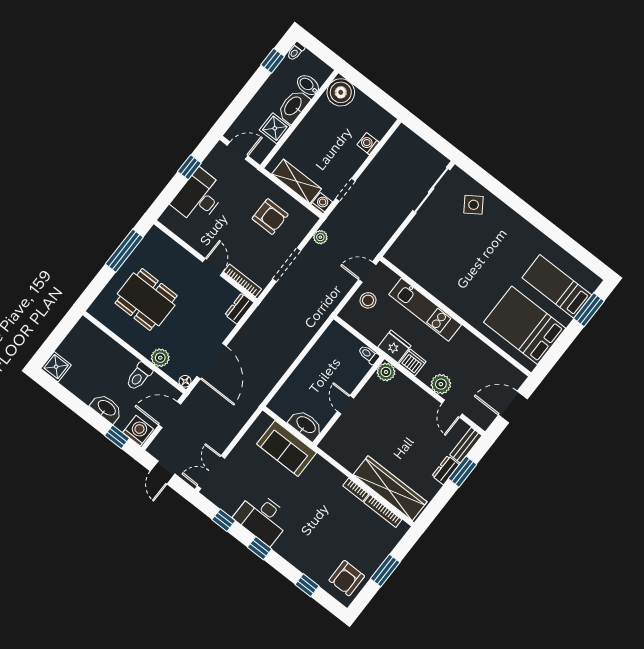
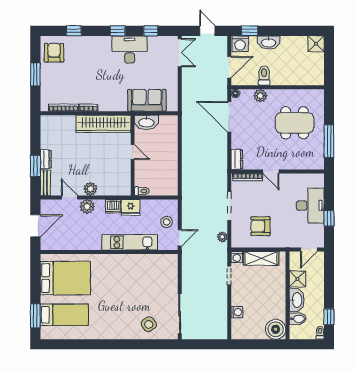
plant: (386, 372) -> (90, 189), moved
wardrobe: (390, 488) -> (103, 124), moved

